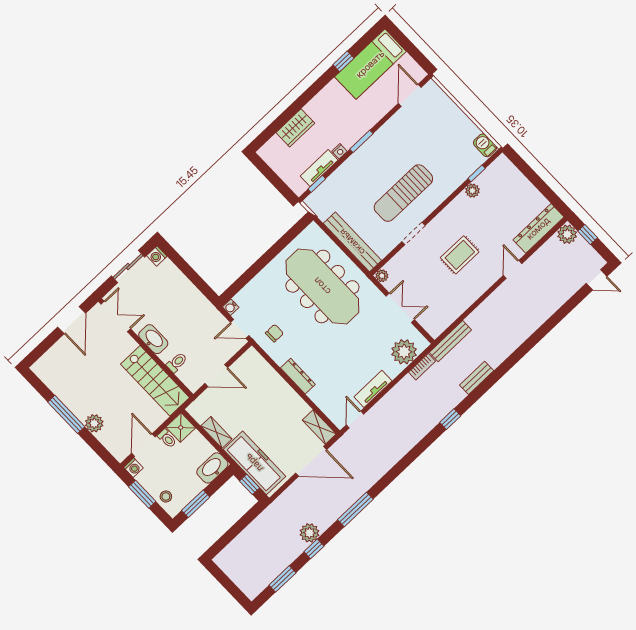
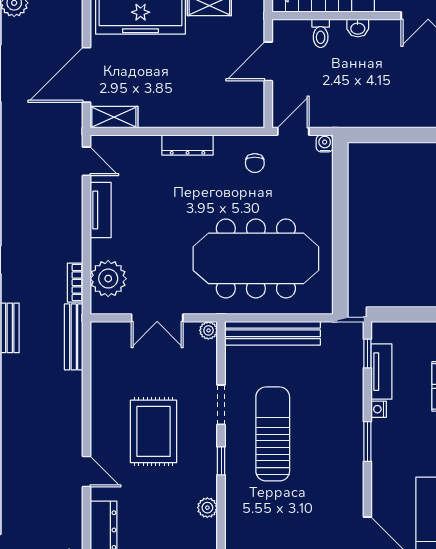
window: (477, 173) -> (221, 461), moved
rug: (460, 255) -> (154, 431), width x1.36, depth x1.43
washbasin: (153, 339) -> (358, 28), width x0.52, depth x0.69

